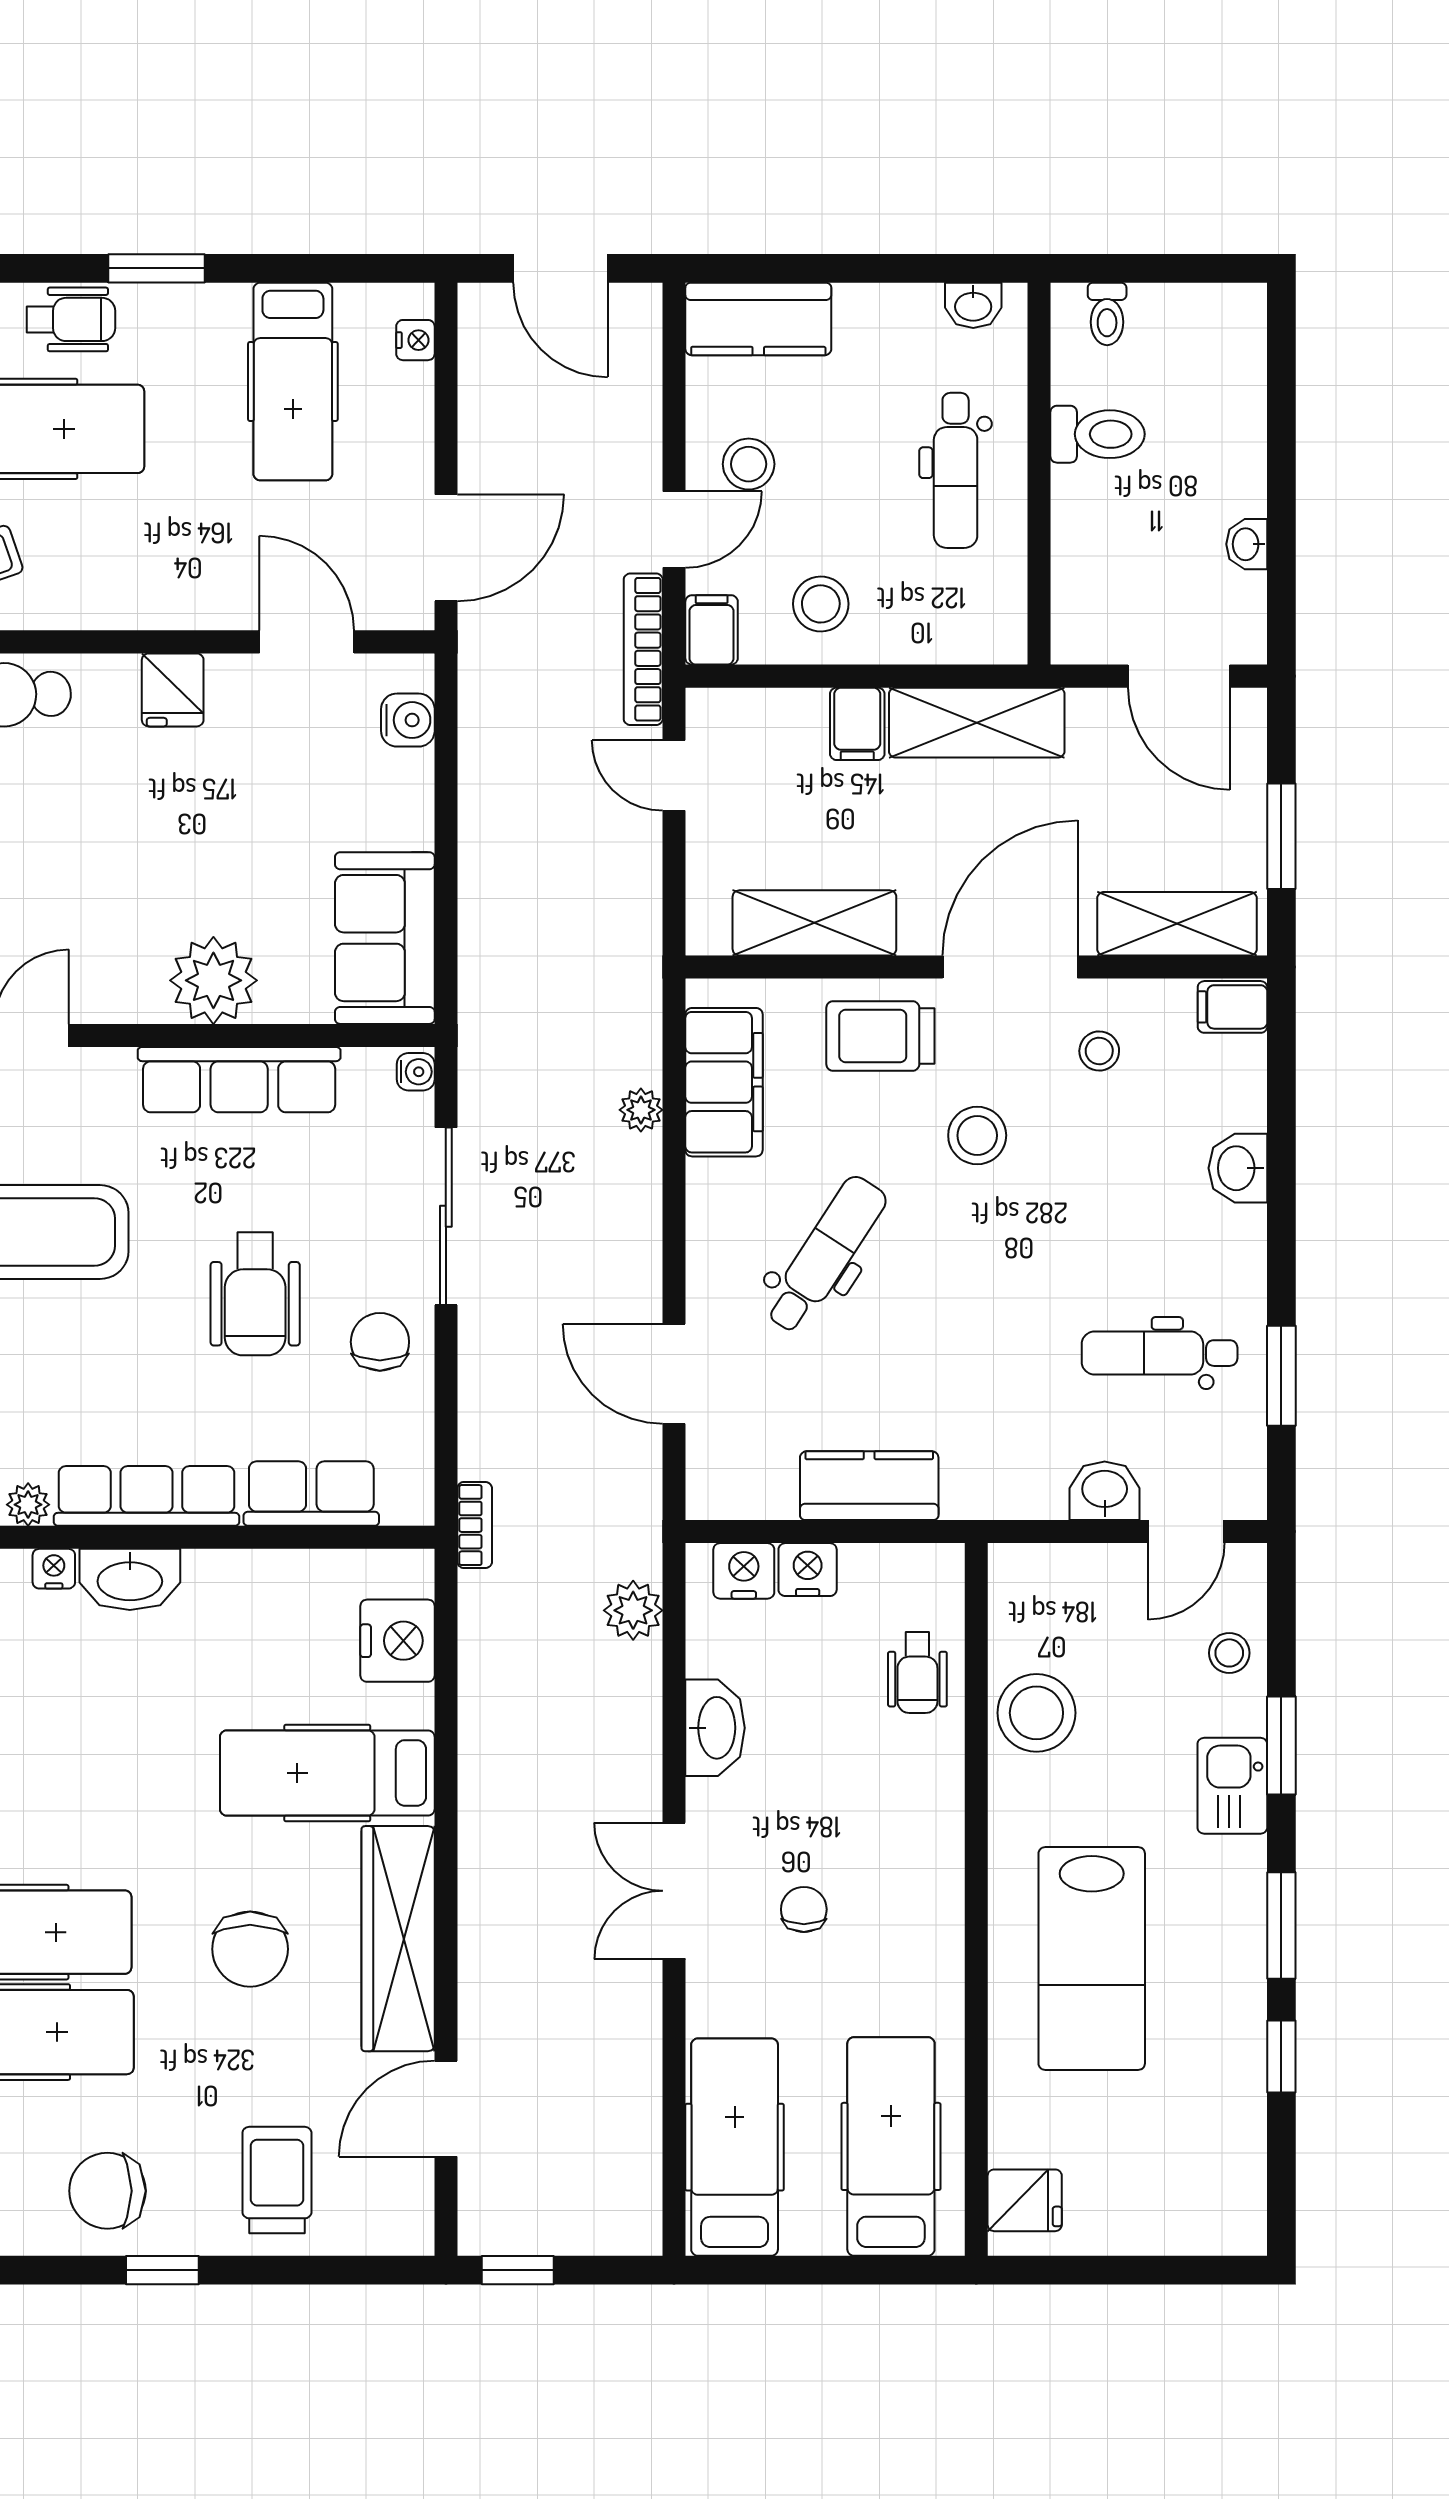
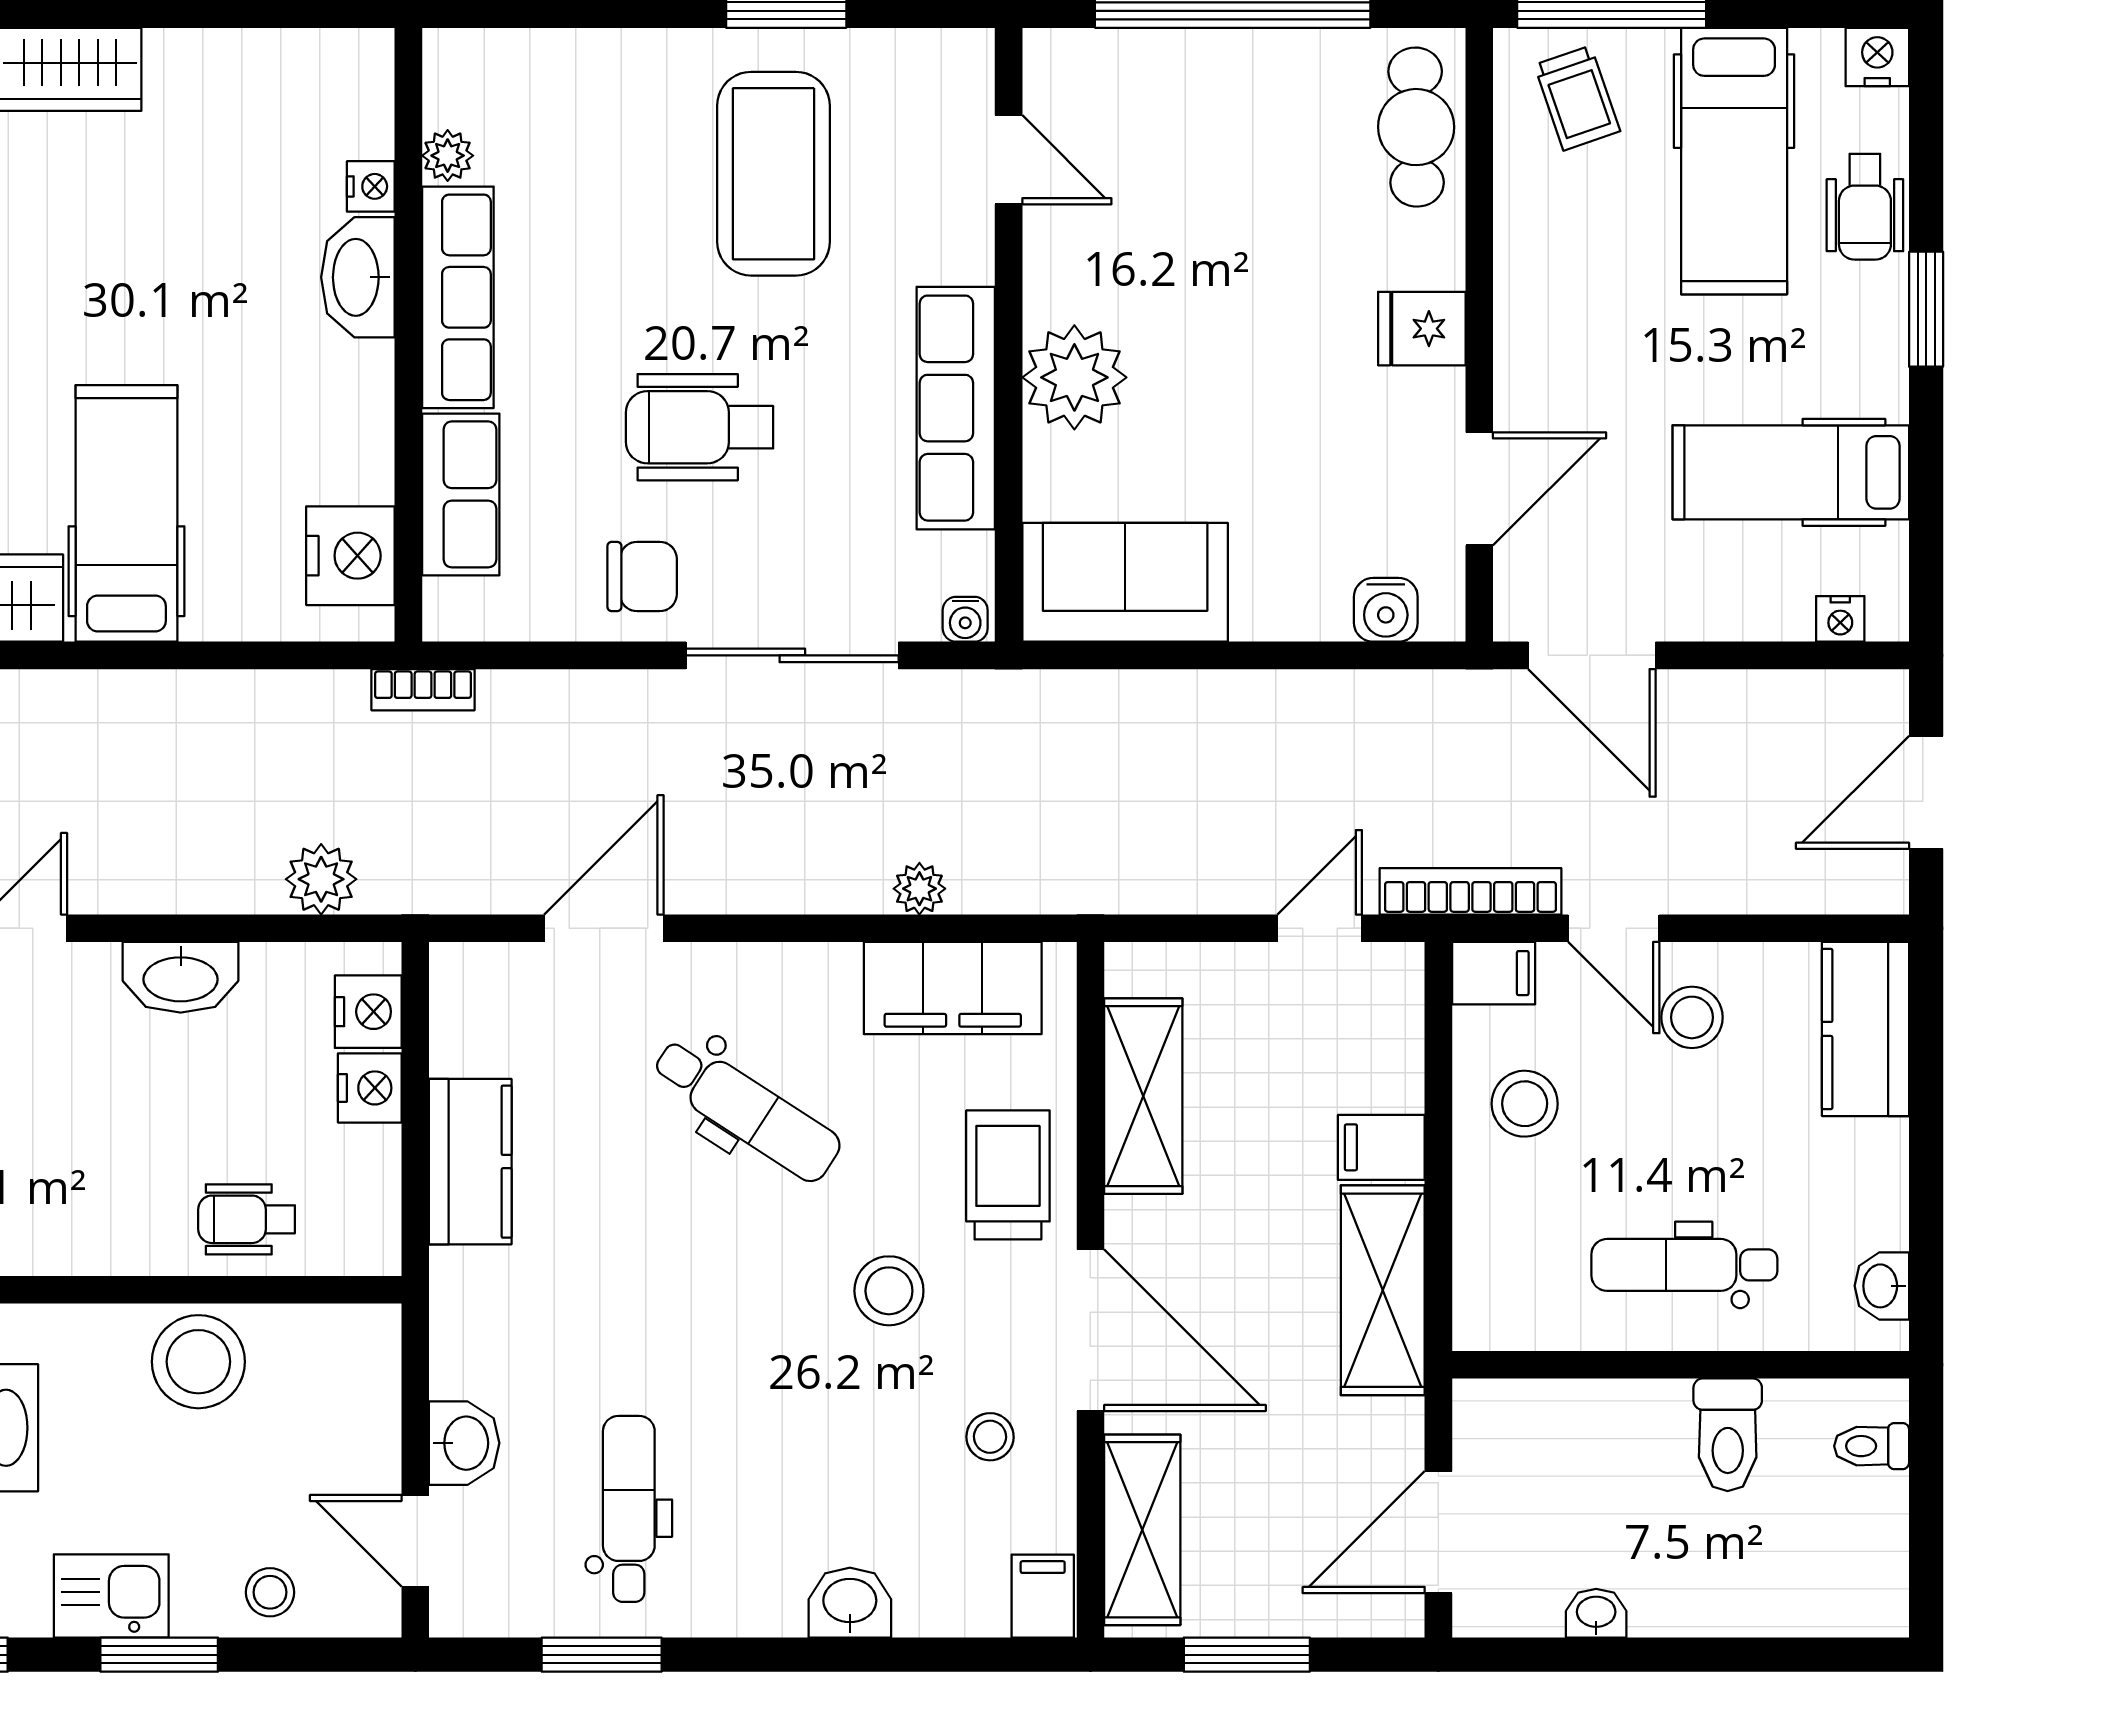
nightstand: (397, 1641) -> (350, 556), moved, turned -90

